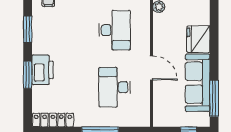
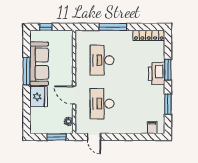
door: (151, 68) -> (74, 95), moved
desk: (115, 87) -> (102, 60), turned 180
window: (214, 98) -> (27, 71), moved

